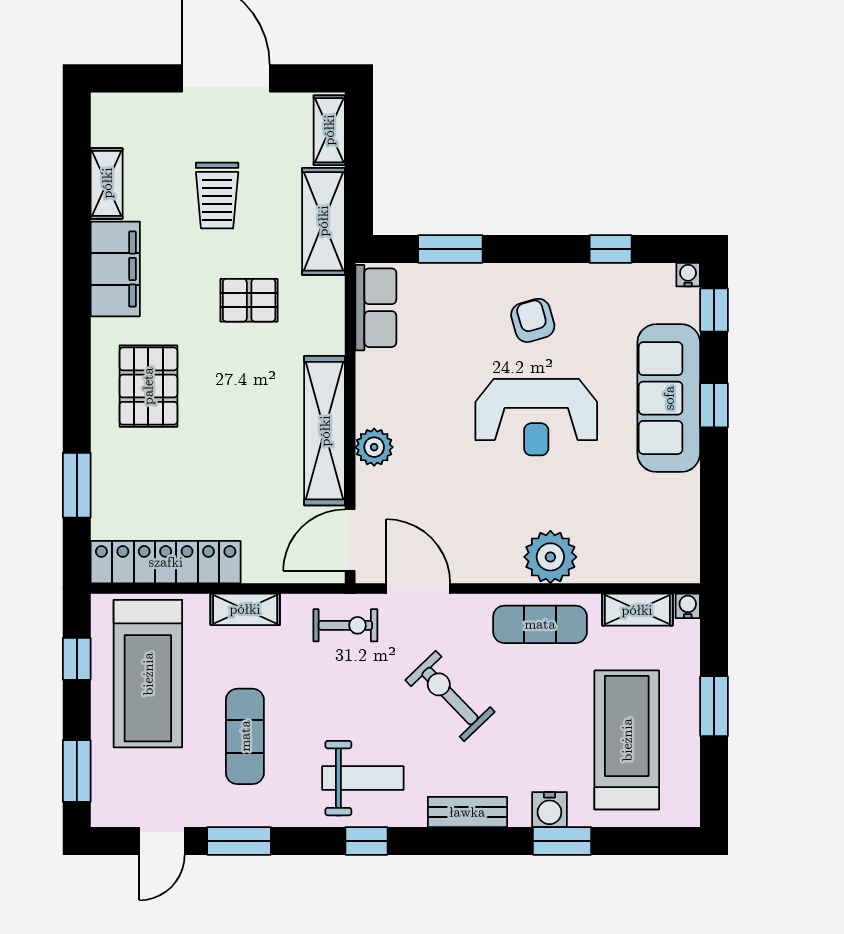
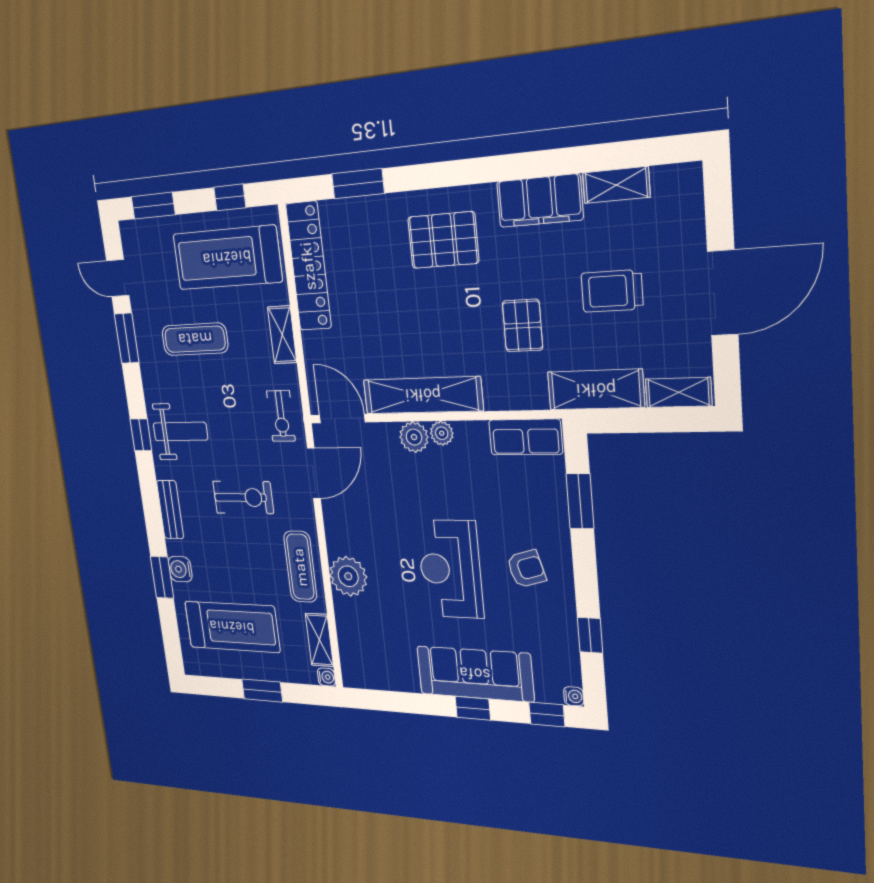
plant: (370, 411) -> (442, 433), added
exercise bike: (450, 696) -> (243, 497), turned 44
weight bench: (363, 778) -> (180, 432), turned -90

